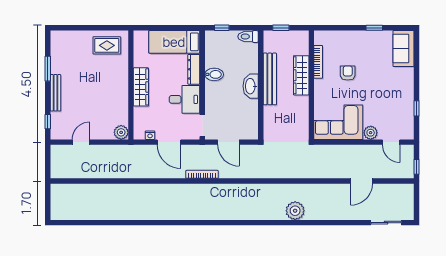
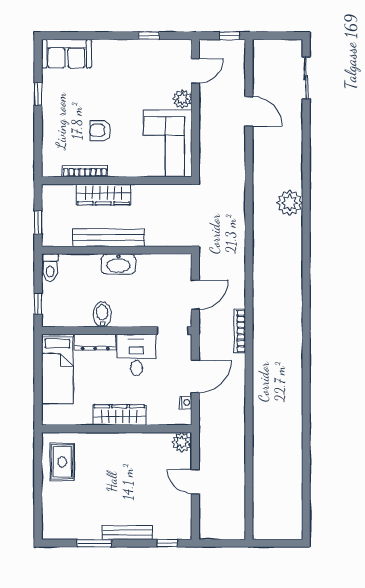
door: (81, 142) -> (195, 482), moved

